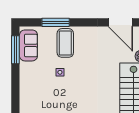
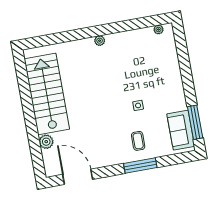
window: (56, 22) -> (140, 165), moved
coffee table: (65, 43) -> (138, 141), width x0.54, depth x0.58

